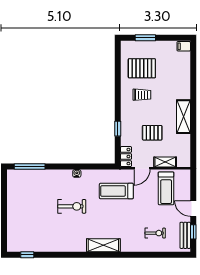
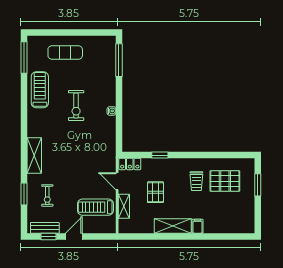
filing cabinet: (184, 46) -> (197, 226), moved
pallet: (142, 68) -> (225, 181), turned 90
treadmill: (116, 191) -> (40, 90), moved
exercise mat: (23, 216) -> (65, 52), added
shelving: (103, 245) -> (34, 155), moved
window: (27, 255) -> (24, 58), width x2.17
window: (154, 255) -> (24, 194), added

